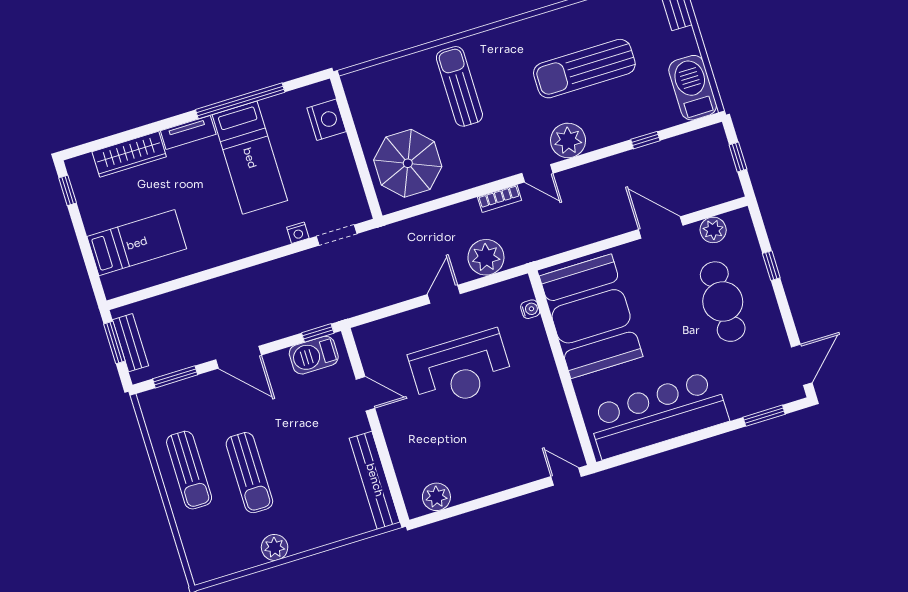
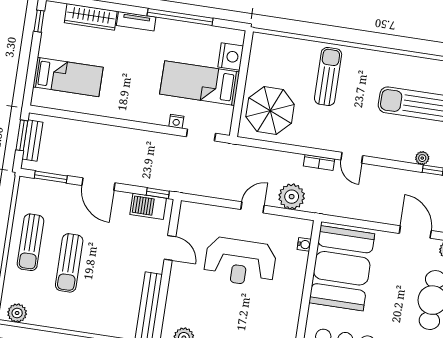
plant: (568, 140) -> (422, 158), moved, width x0.53, depth x0.53
bed: (250, 158) -> (200, 83), moved, turned 90
plant: (275, 547) -> (17, 313), moved

